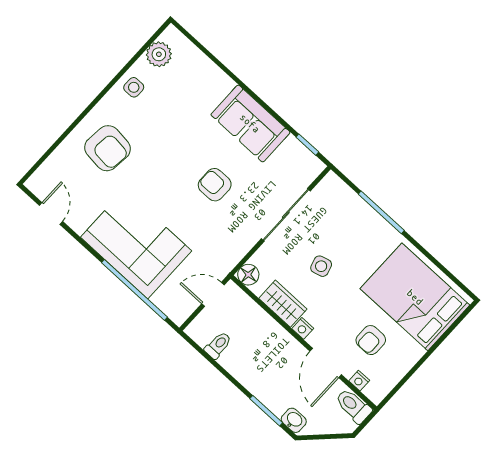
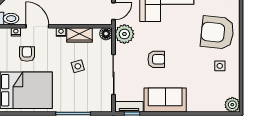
plant: (159, 54) -> (232, 105), moved
side table: (134, 87) -> (220, 66), moved
armchair: (107, 148) -> (217, 33), width x1.36, depth x1.36
tv unit: (304, 157) -> (129, 107), added
plant: (226, 253) -> (124, 34), added

